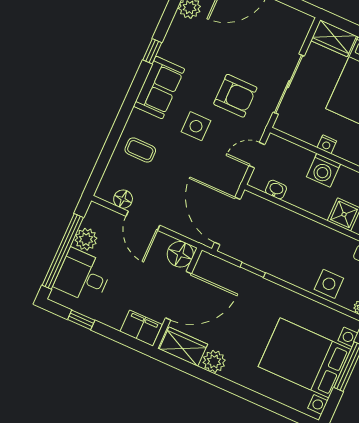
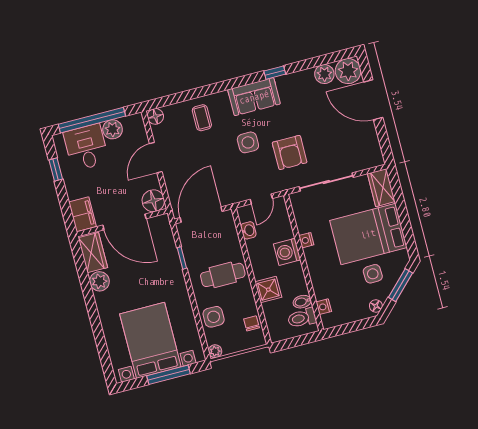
door: (257, 155) -> (261, 199), swing flipped
floor lamp: (123, 199) -> (155, 116), moved
cafe table: (298, 245) -> (223, 275), added

